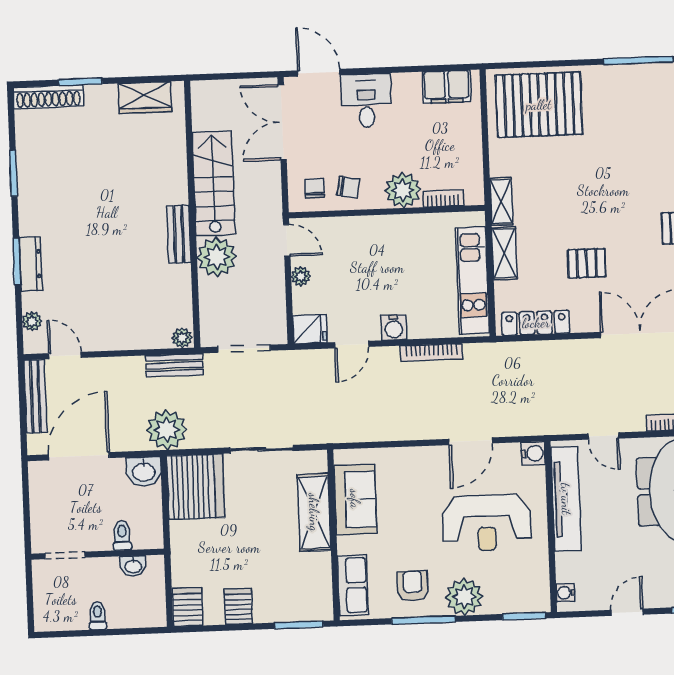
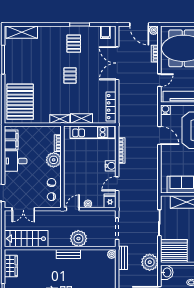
desk: (366, 101) -> (16, 161), moved
double door: (282, 122) -> (23, 209), width x0.73
stairs: (214, 183) -> (26, 239), moved
pallet: (587, 263) -> (70, 75), moved
door: (352, 345) -> (117, 184), swing flipped

